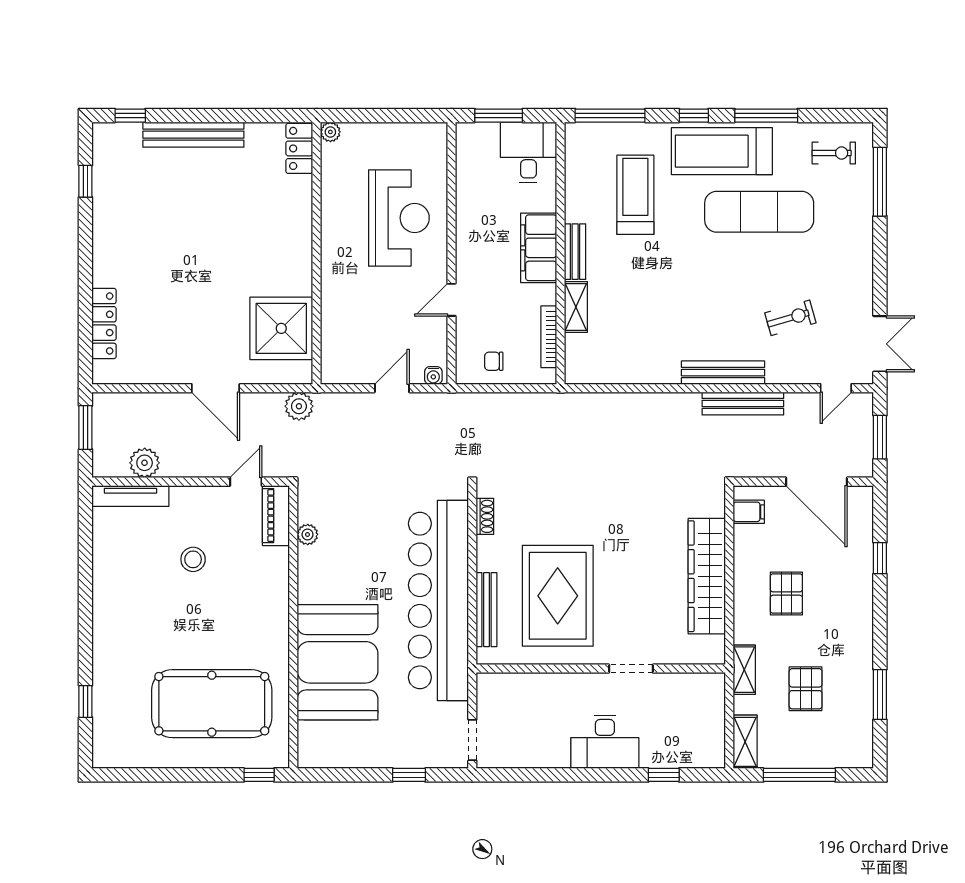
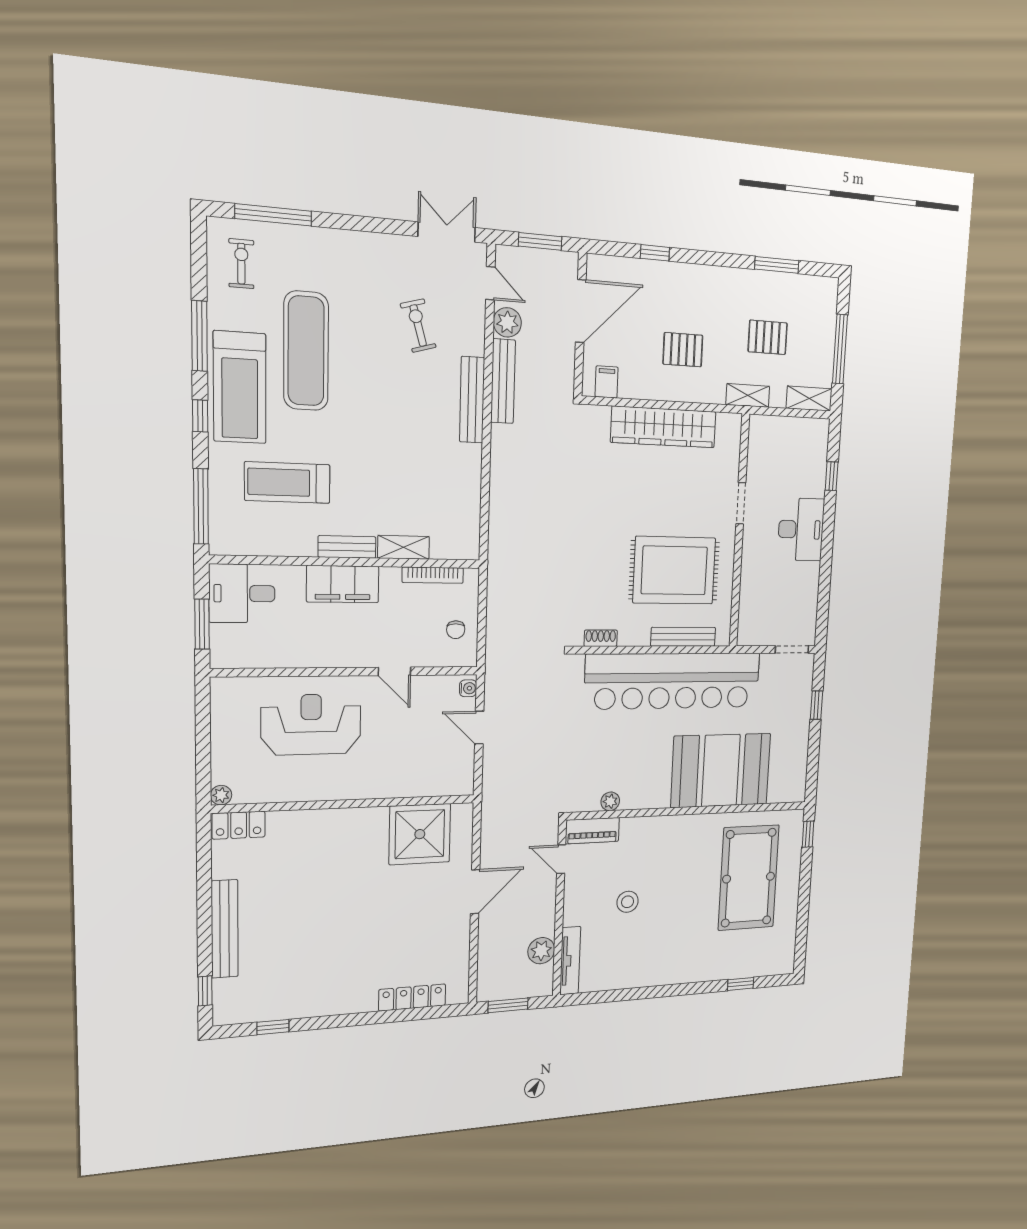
plant: (299, 406) -> (507, 322), moved

